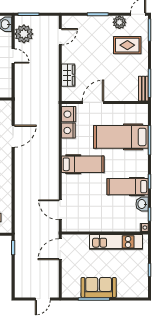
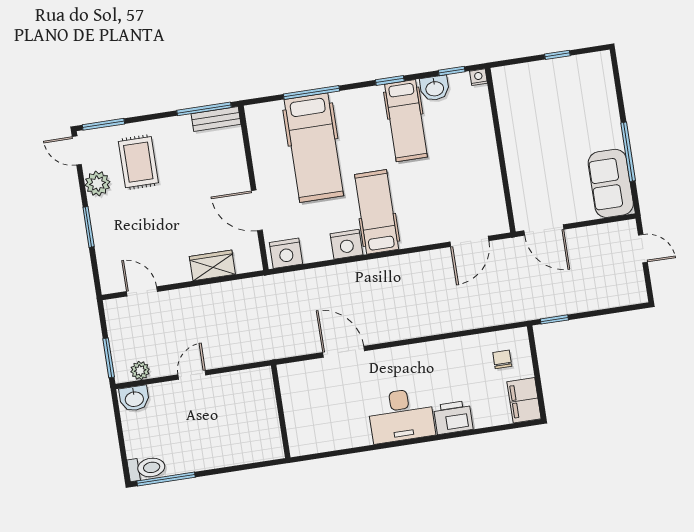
plant: (24, 34) -> (140, 371), width x0.53, depth x0.53
nightstand: (68, 131) -> (346, 244), moved
kitchen unit: (116, 242) -> (514, 127), removed
sofa: (99, 287) -> (611, 183), moved

